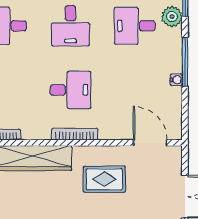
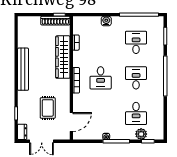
desk: (70, 26) -> (136, 78), turned 90
desk: (135, 26) -> (136, 113), turned 180
rug: (104, 179) -> (48, 108), moved

